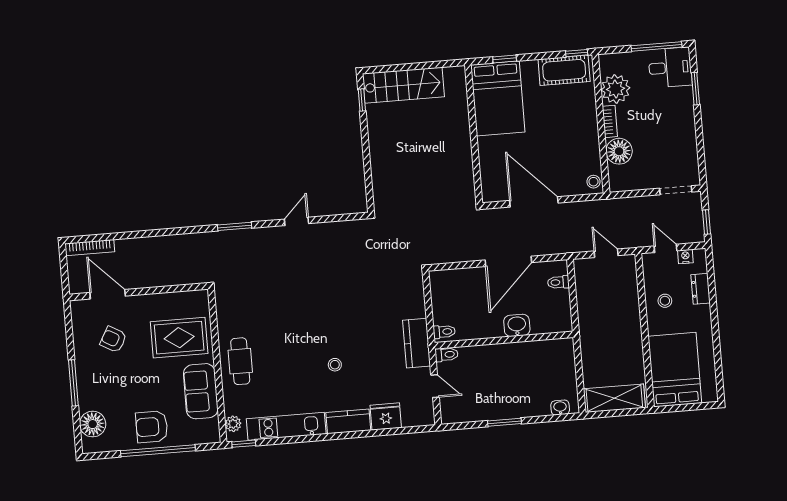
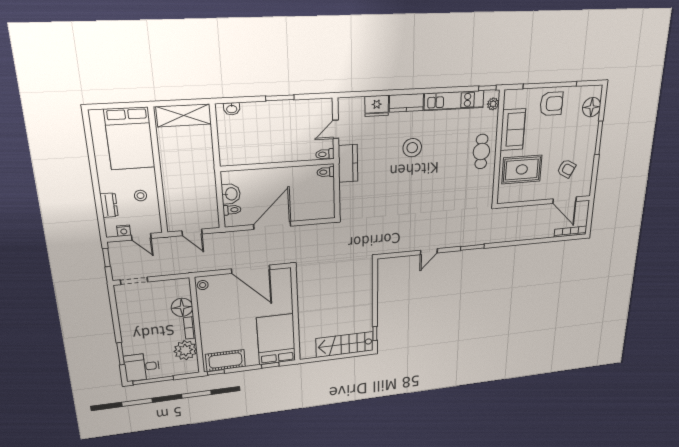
washbasin: (517, 325) -> (231, 194), moved, turned -90
stool: (335, 365) -> (412, 148), width x1.89, depth x1.89
door: (435, 386) -> (336, 129), hinge flipped

